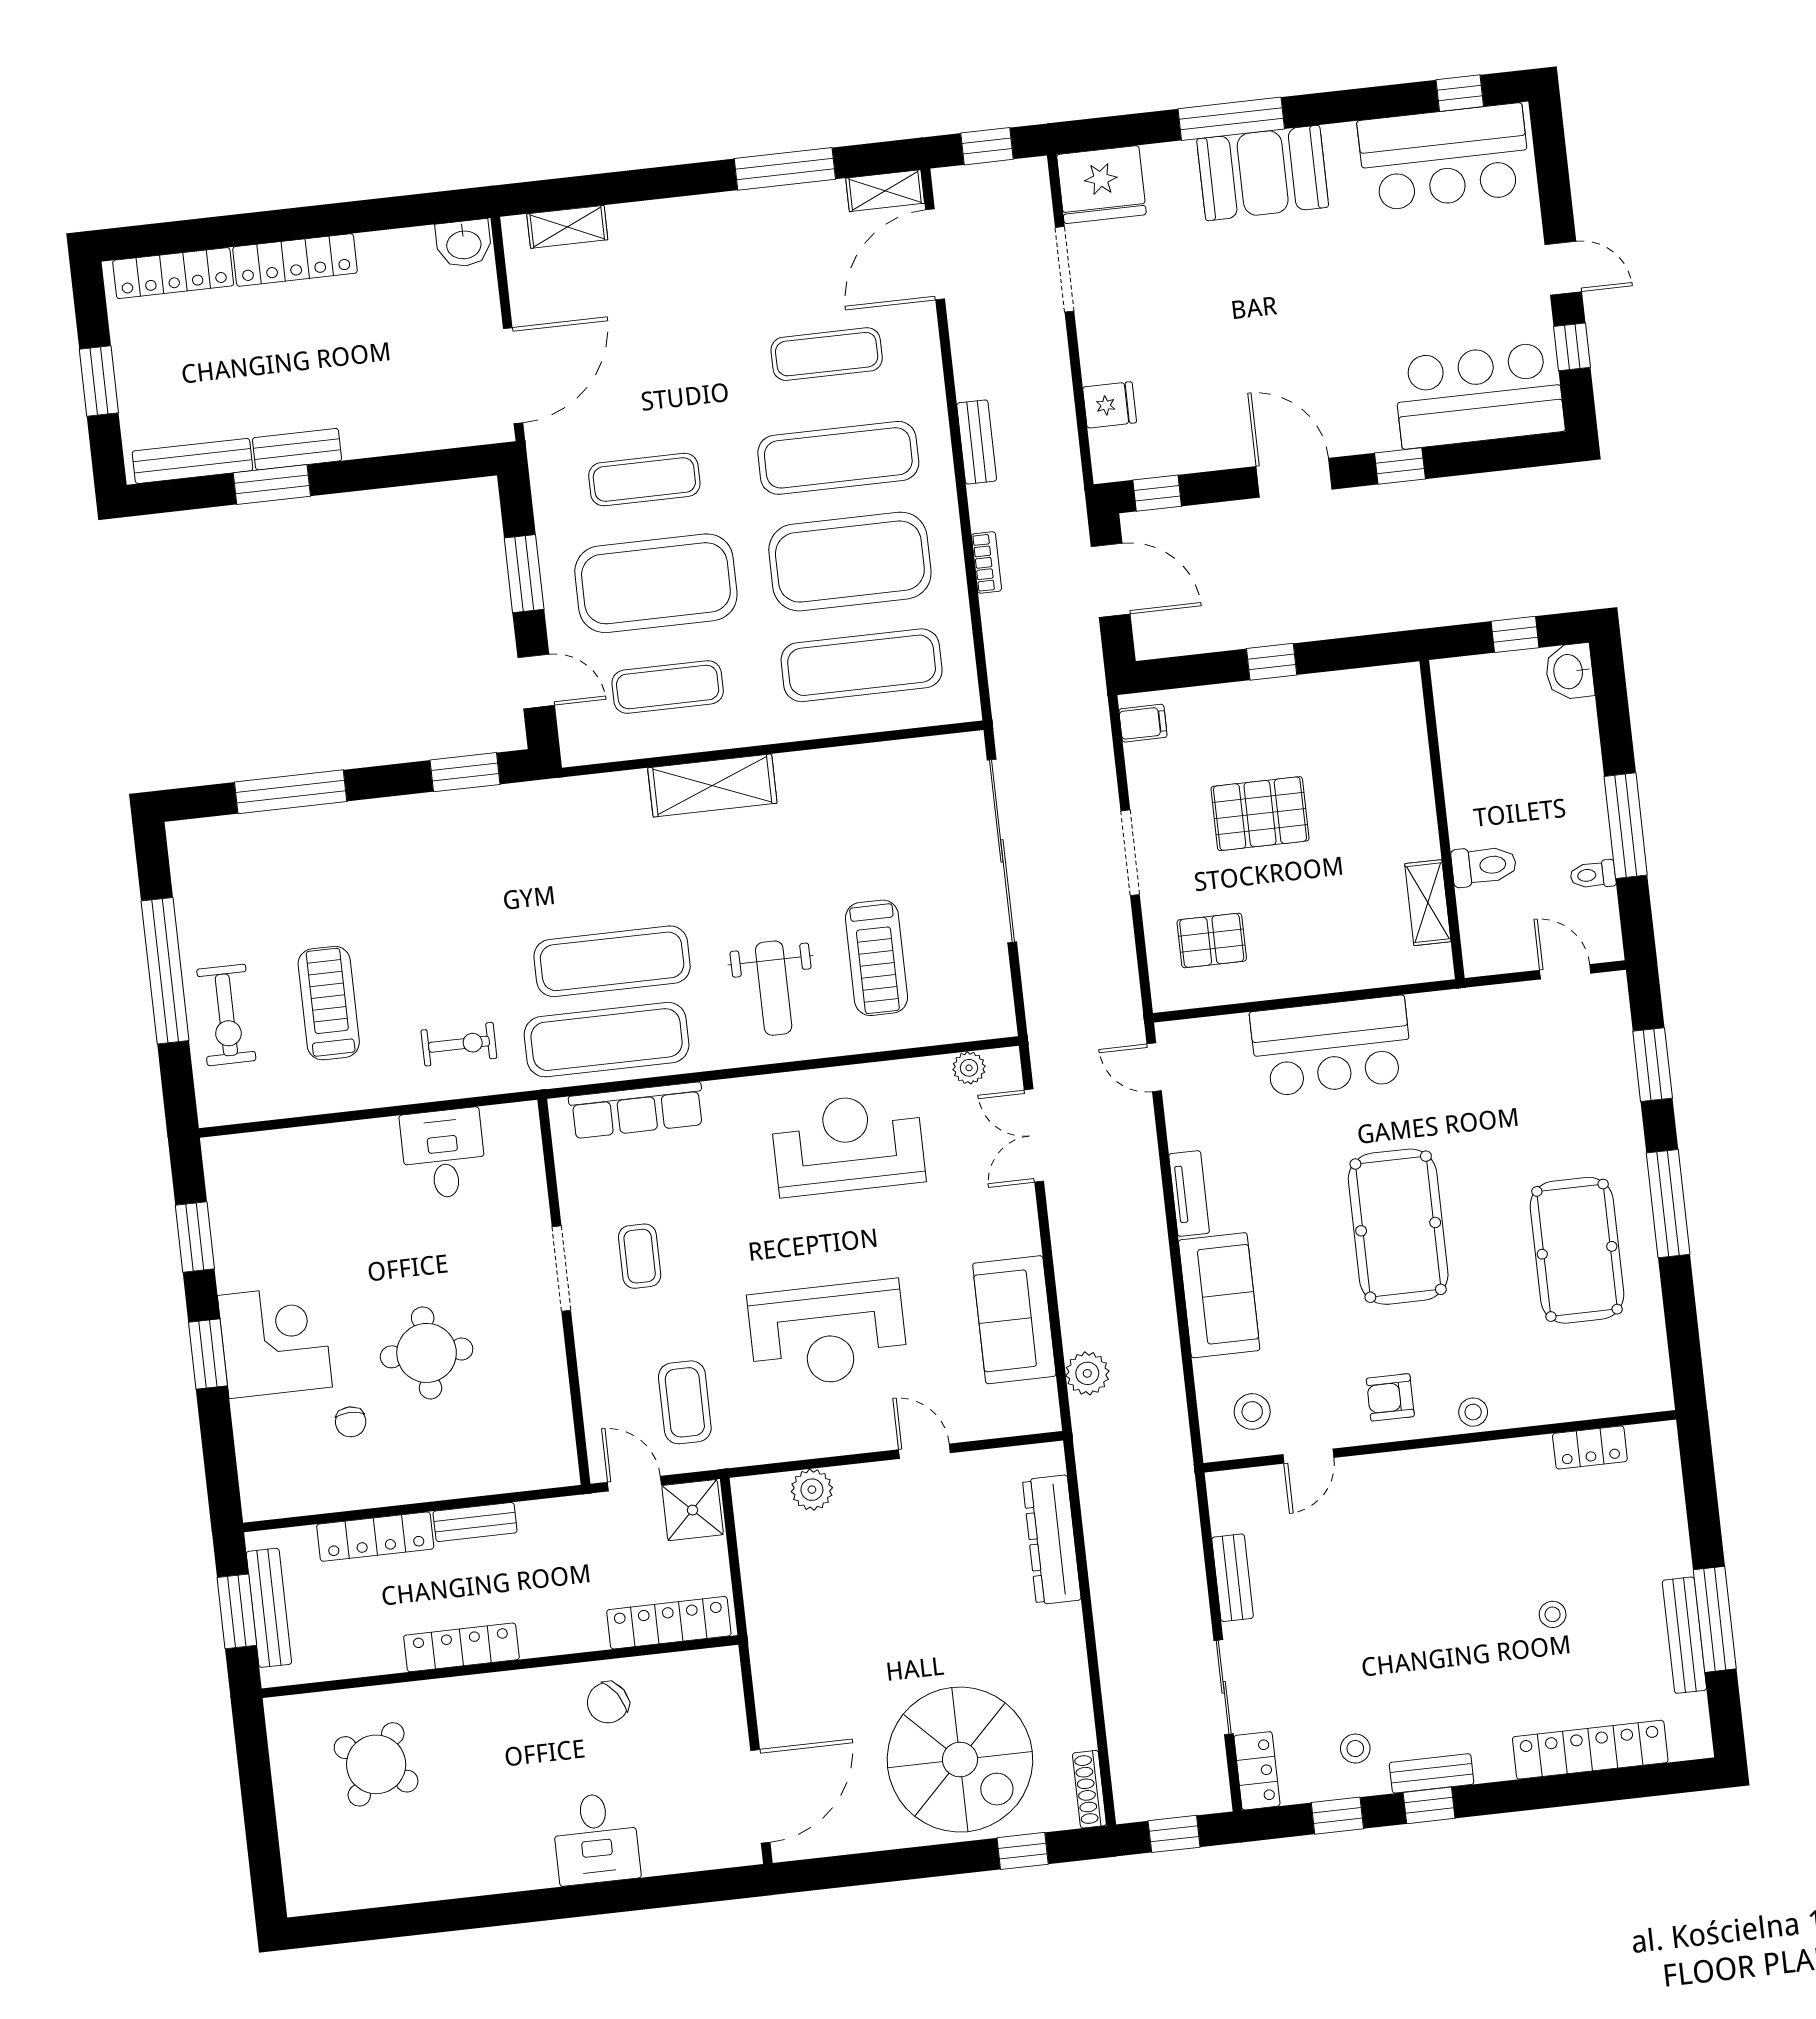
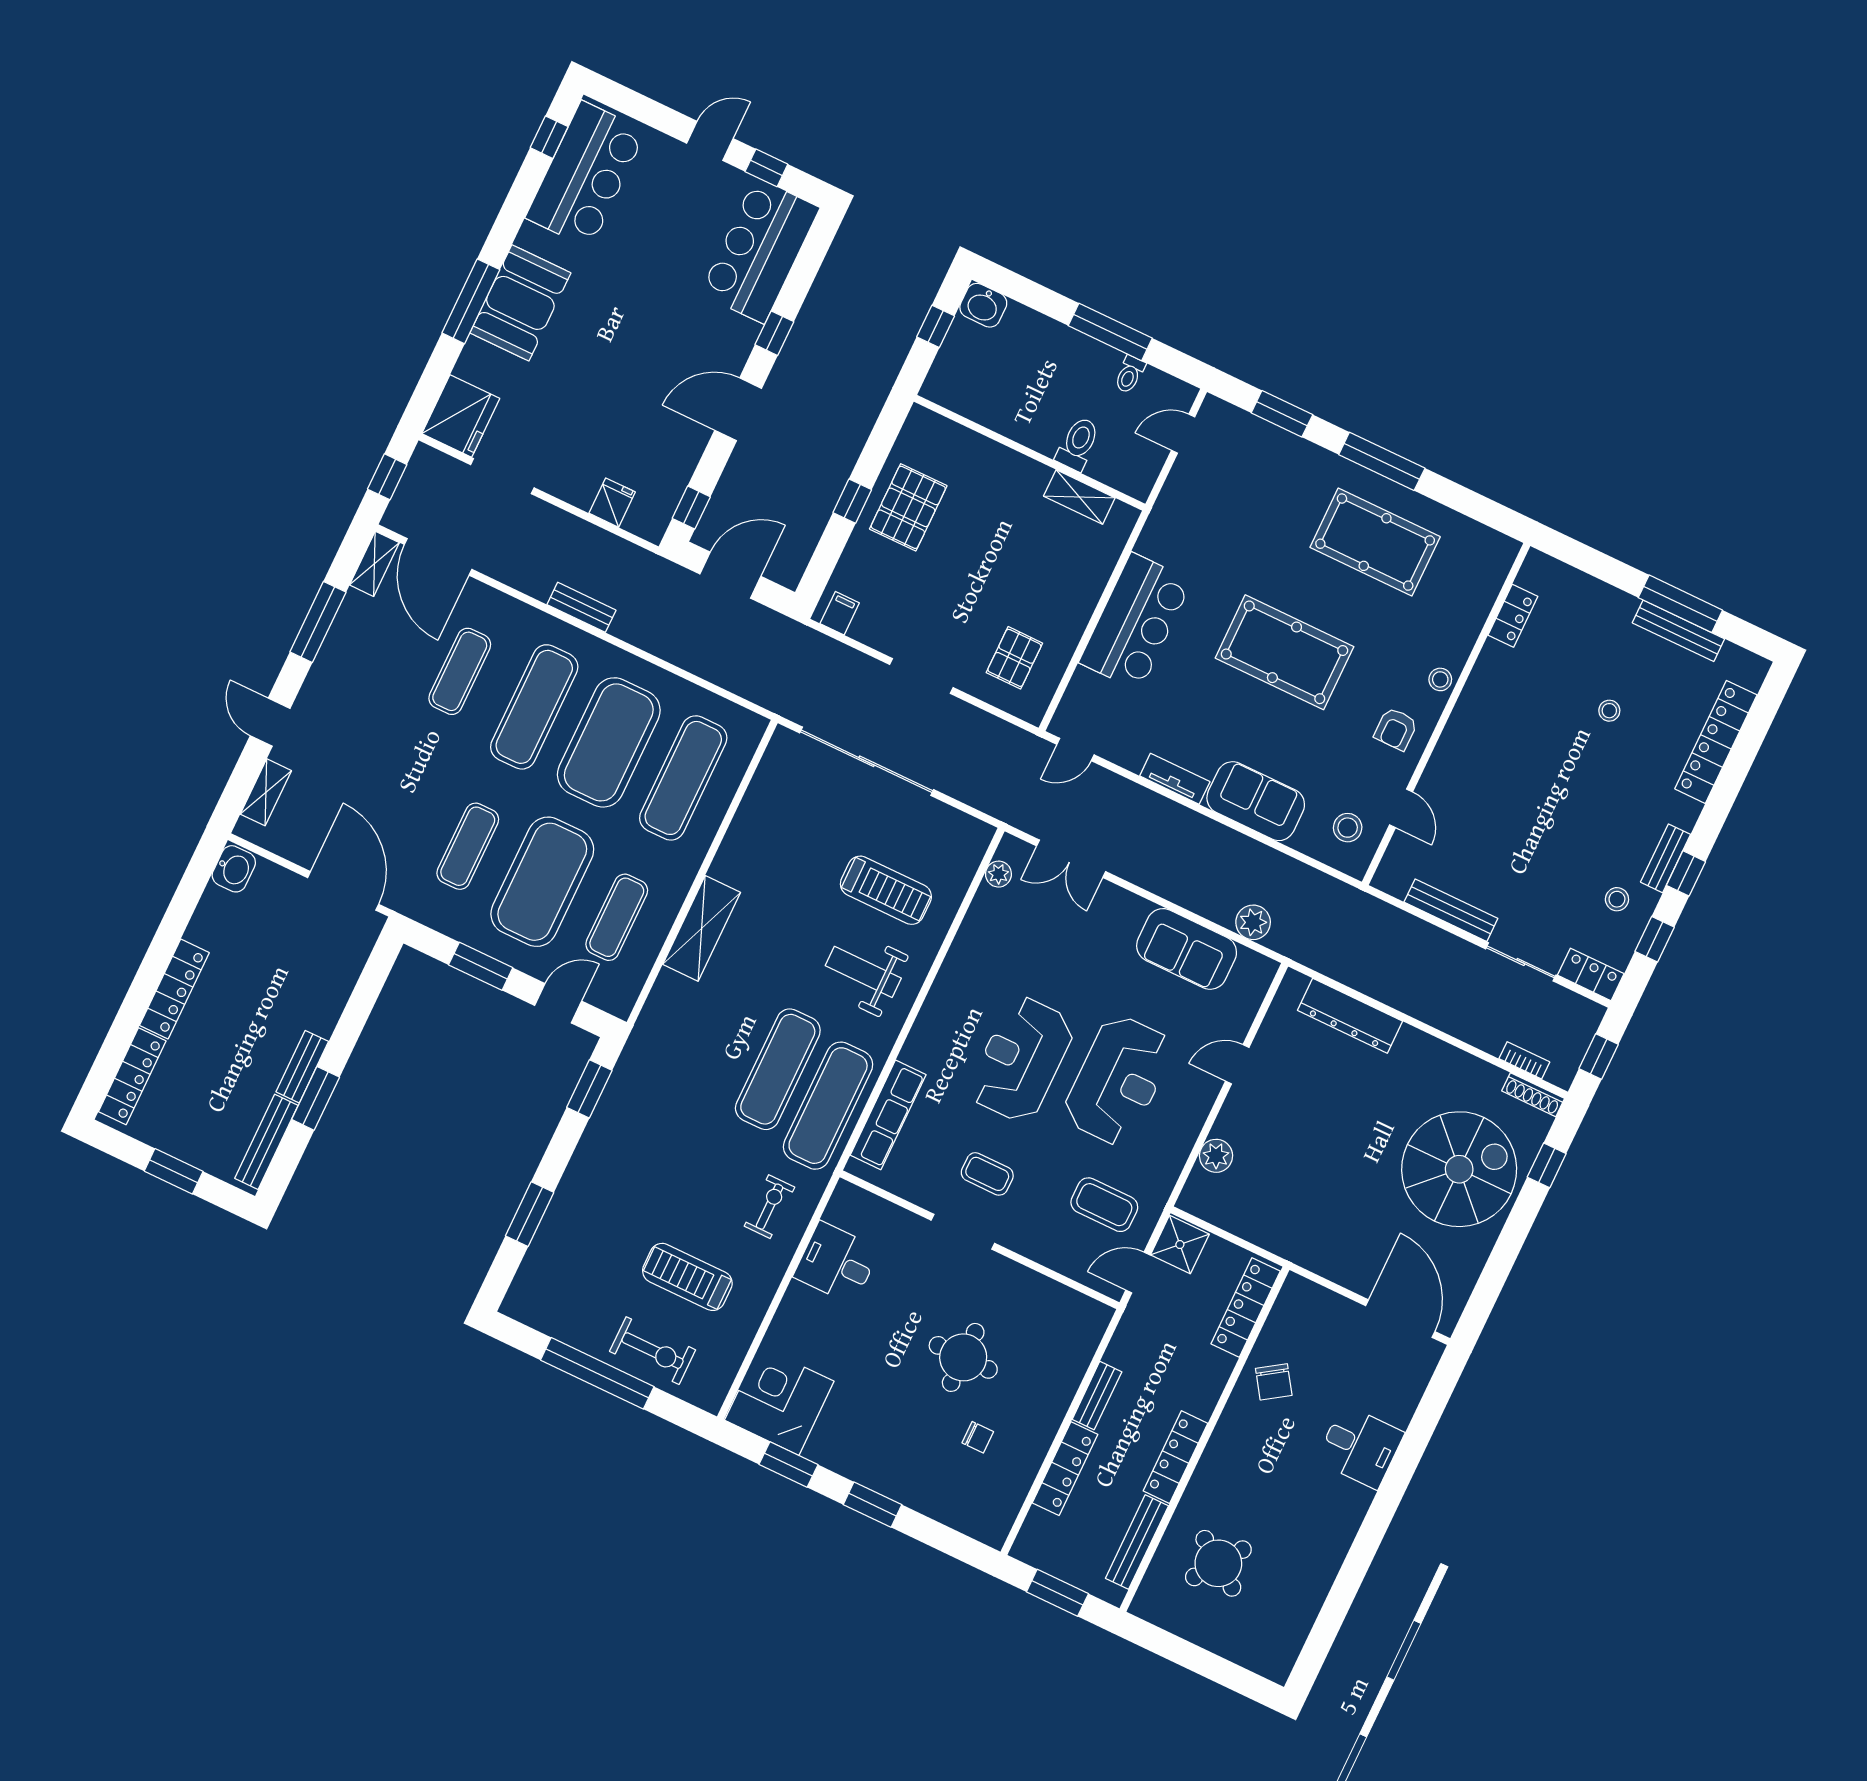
door: (645, 185) -> (270, 722), added
bookcase: (986, 562) -> (1524, 1060), moved
window: (291, 792) -> (530, 1214), width x0.69
pallet: (1260, 814) -> (908, 507), moved
weight bench: (774, 988) -> (863, 972), turned 180
reception desk: (848, 1144) -> (1021, 1059), moved
corner desk: (275, 1341) -> (779, 1401), moved
bench: (1233, 1578) -> (1451, 910), width x1.36
bench: (269, 1608) -> (1137, 1542), moved, turned 90

